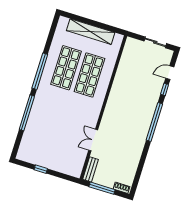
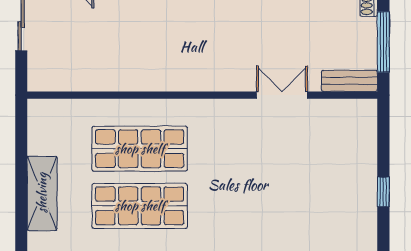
shelving: (91, 32) -> (42, 193), width x0.68
double door: (93, 140) -> (282, 95), swing flipped

